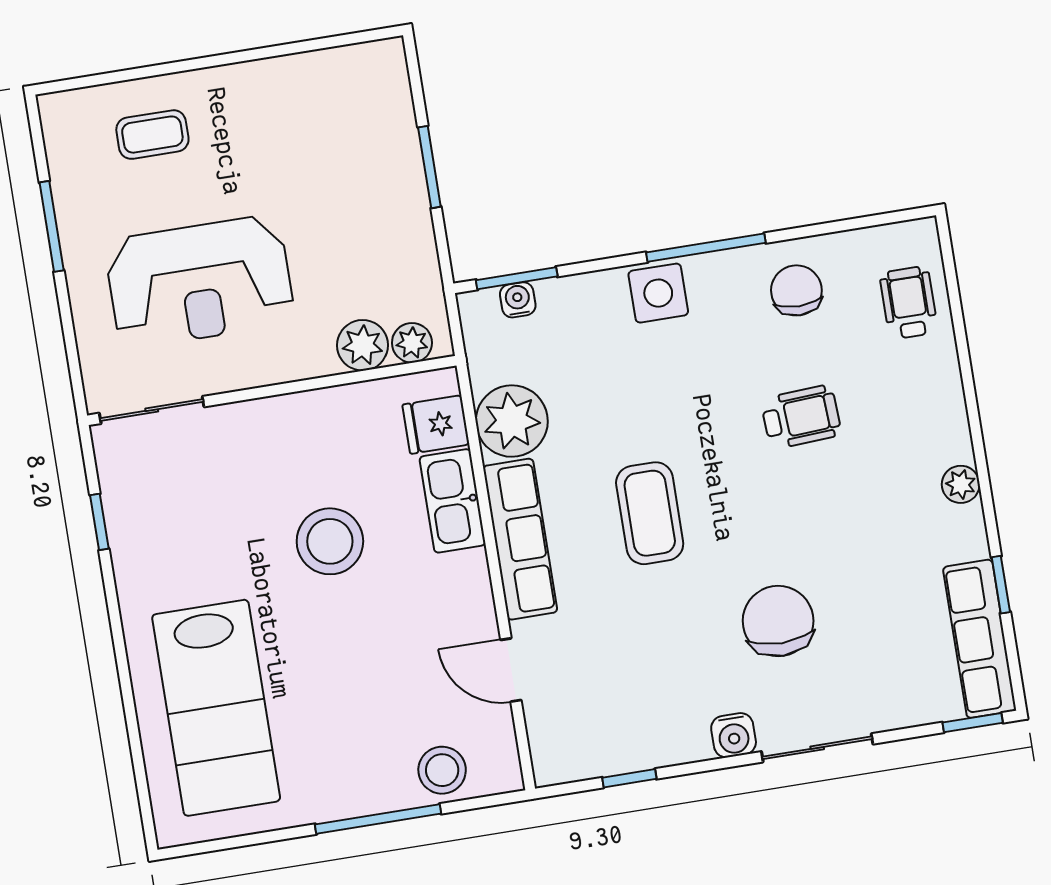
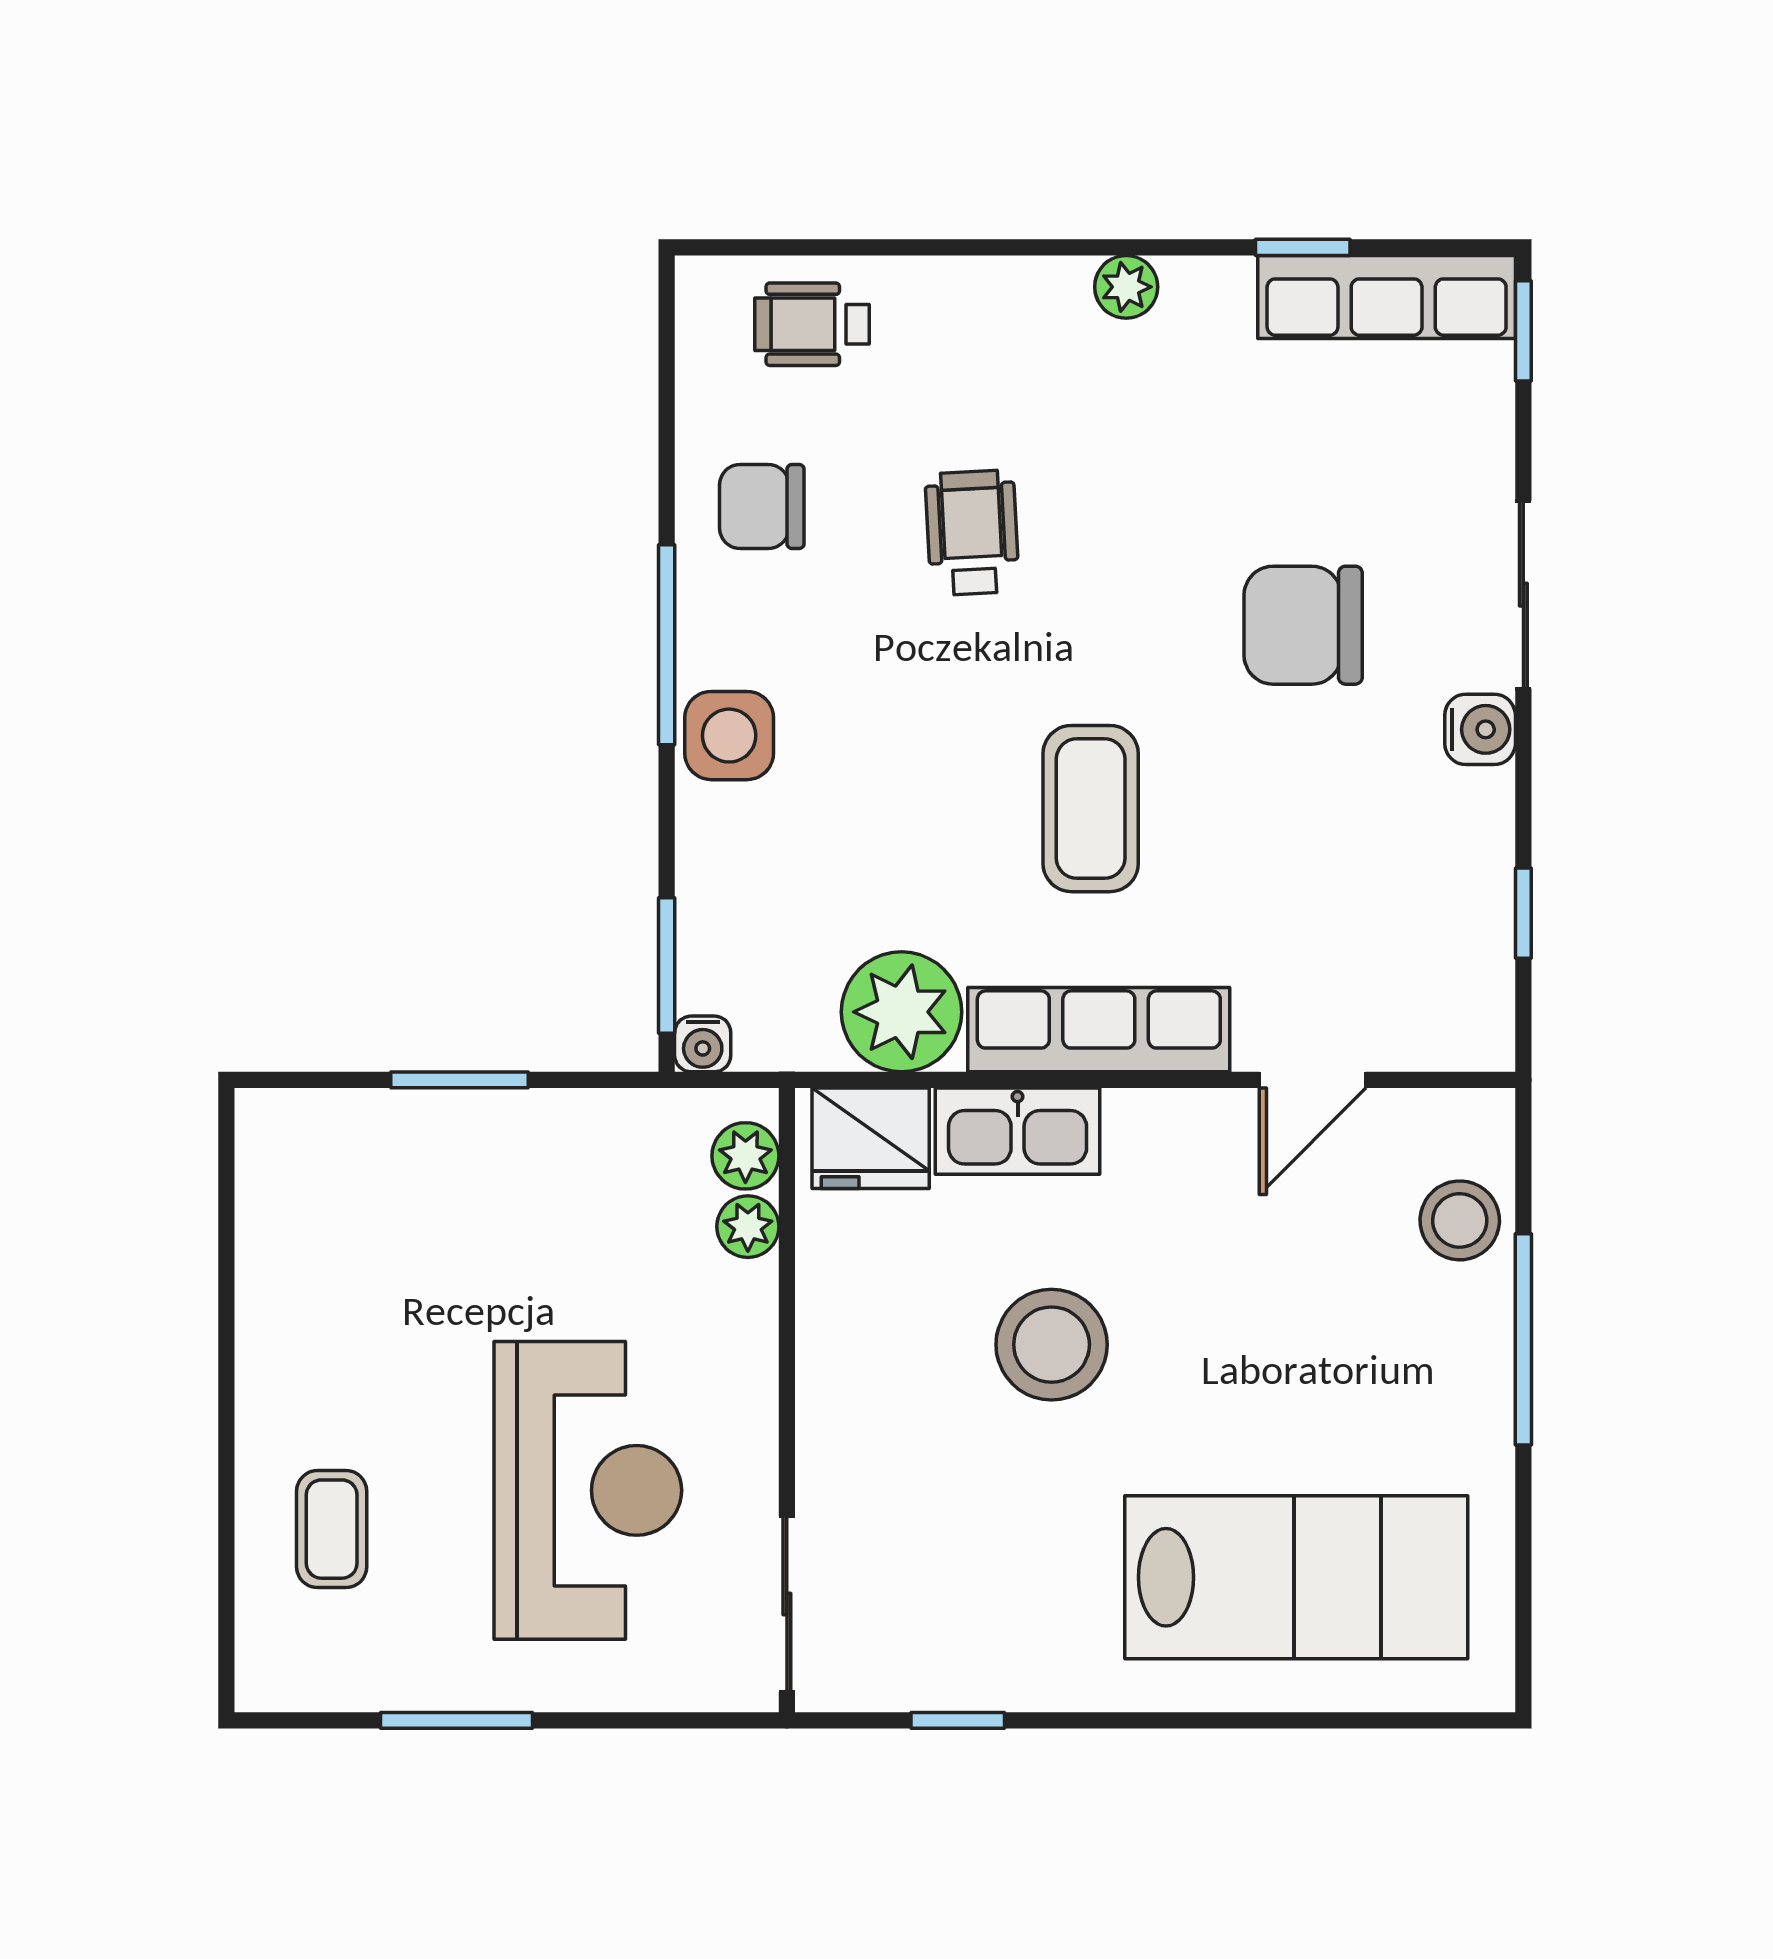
water cooler: (518, 300) -> (703, 1044), moved, turned -90
plant: (363, 345) -> (748, 1227), width x0.73, depth x0.73
fridge: (436, 425) -> (871, 1138), width x1.38
coffee table: (650, 513) -> (1091, 809), turned 90

